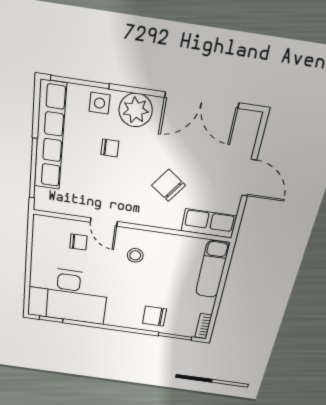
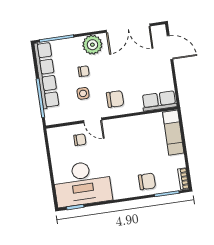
side table: (100, 103) -> (83, 93), moved
door: (249, 178) -> (170, 48), moved
chair: (169, 185) -> (115, 99), moved, turned 144
stool: (135, 255) -> (120, 138), removed
chair: (155, 316) -> (147, 181), turned 180

